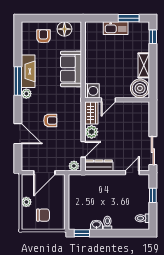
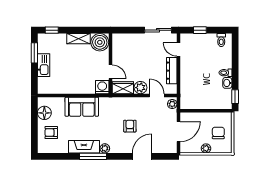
dresser: (99, 165) -> (172, 71), moved
door: (44, 173) -> (179, 132), hinge flipped

